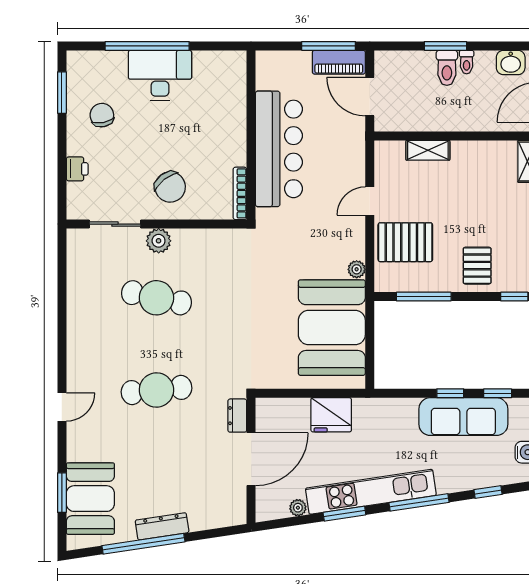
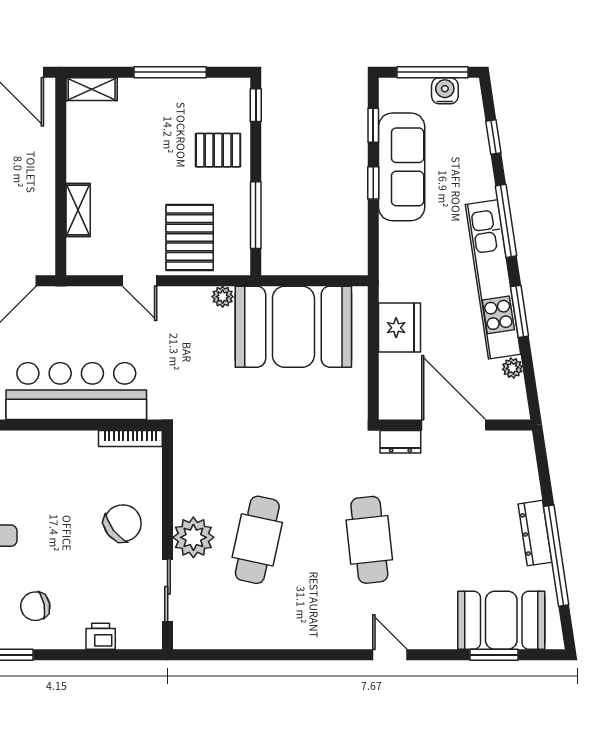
plant: (159, 241) -> (193, 537), width x1.36, depth x1.36

